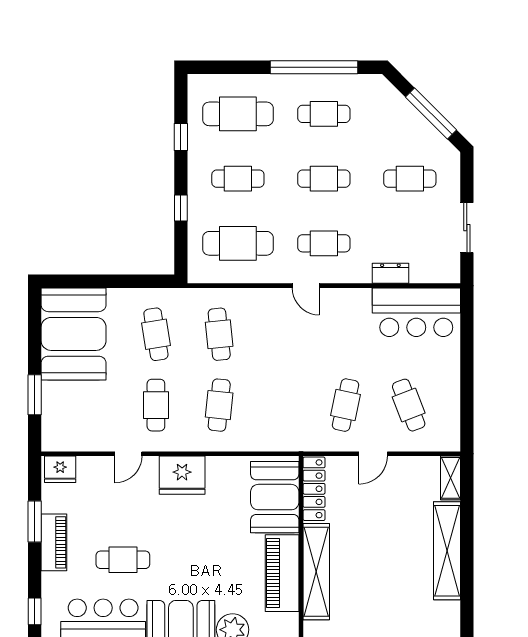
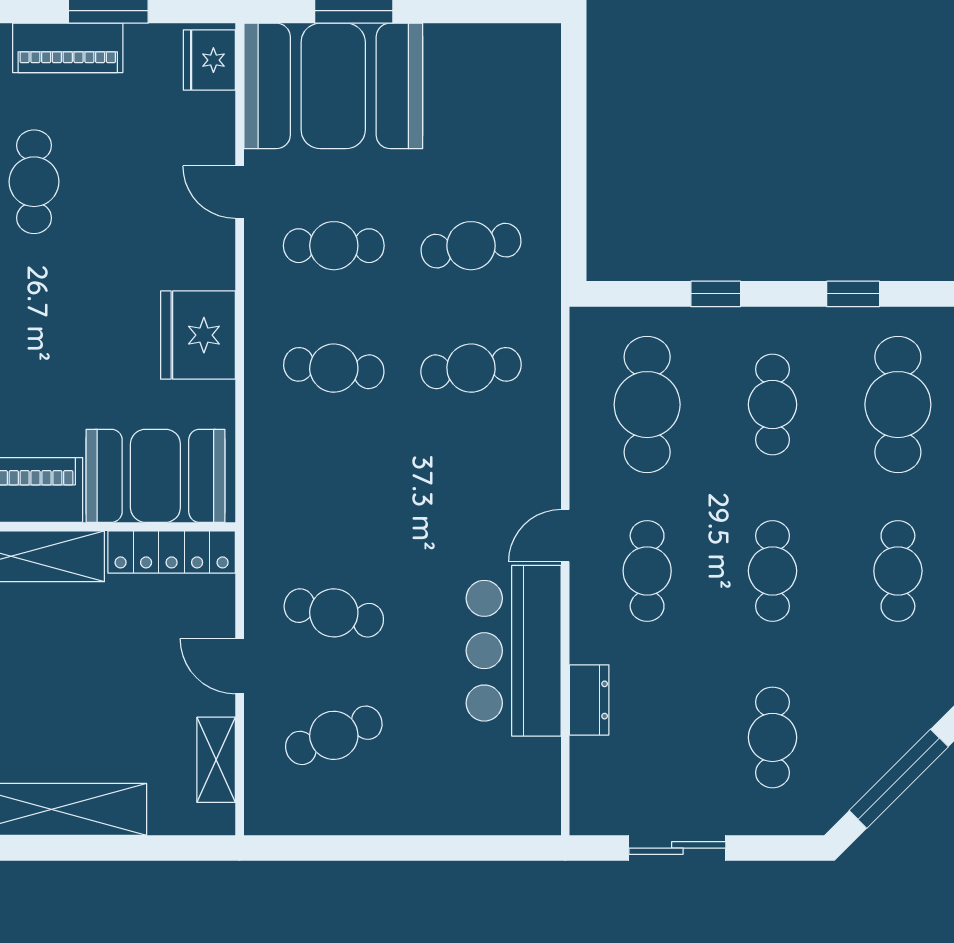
bar counter: (416, 312) -> (514, 651), moved
booth: (74, 334) -> (333, 86), moved
fridge: (182, 475) -> (198, 335), moved
shelving: (450, 478) -> (216, 760), moved, turned 90

